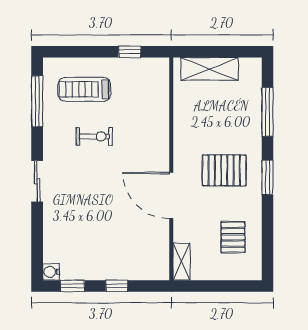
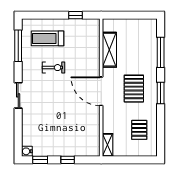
shelving: (210, 69) -> (109, 50), moved, turned 90
pallet: (224, 170) -> (134, 89), turned 90
door: (171, 195) -> (101, 91), moved

